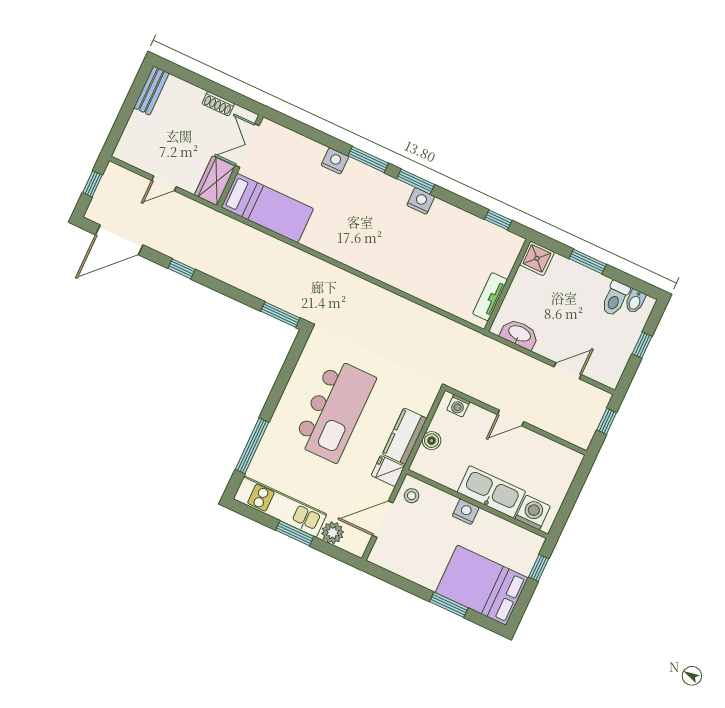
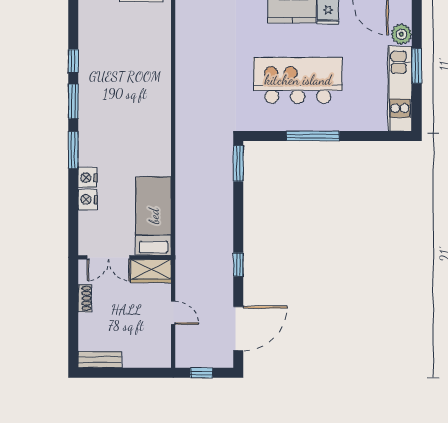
nightstand: (421, 201) -> (88, 200), moved
window: (498, 220) -> (73, 61), moved
door: (119, 240) -> (238, 328), hinge flipped
window: (252, 446) -> (313, 136), moved

